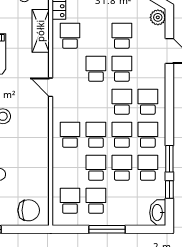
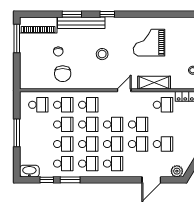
shelving: (41, 31) -> (154, 83), moved
school desk: (96, 102) -> (113, 124), added
school desk: (96, 201) -> (63, 105), moved
chair: (29, 210) -> (63, 74), moved

